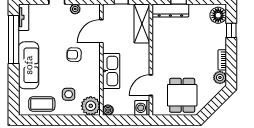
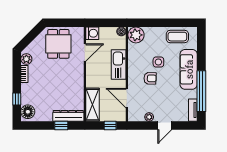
door: (101, 31) -> (127, 98), swing flipped
side table: (69, 94) -> (158, 62), moved

